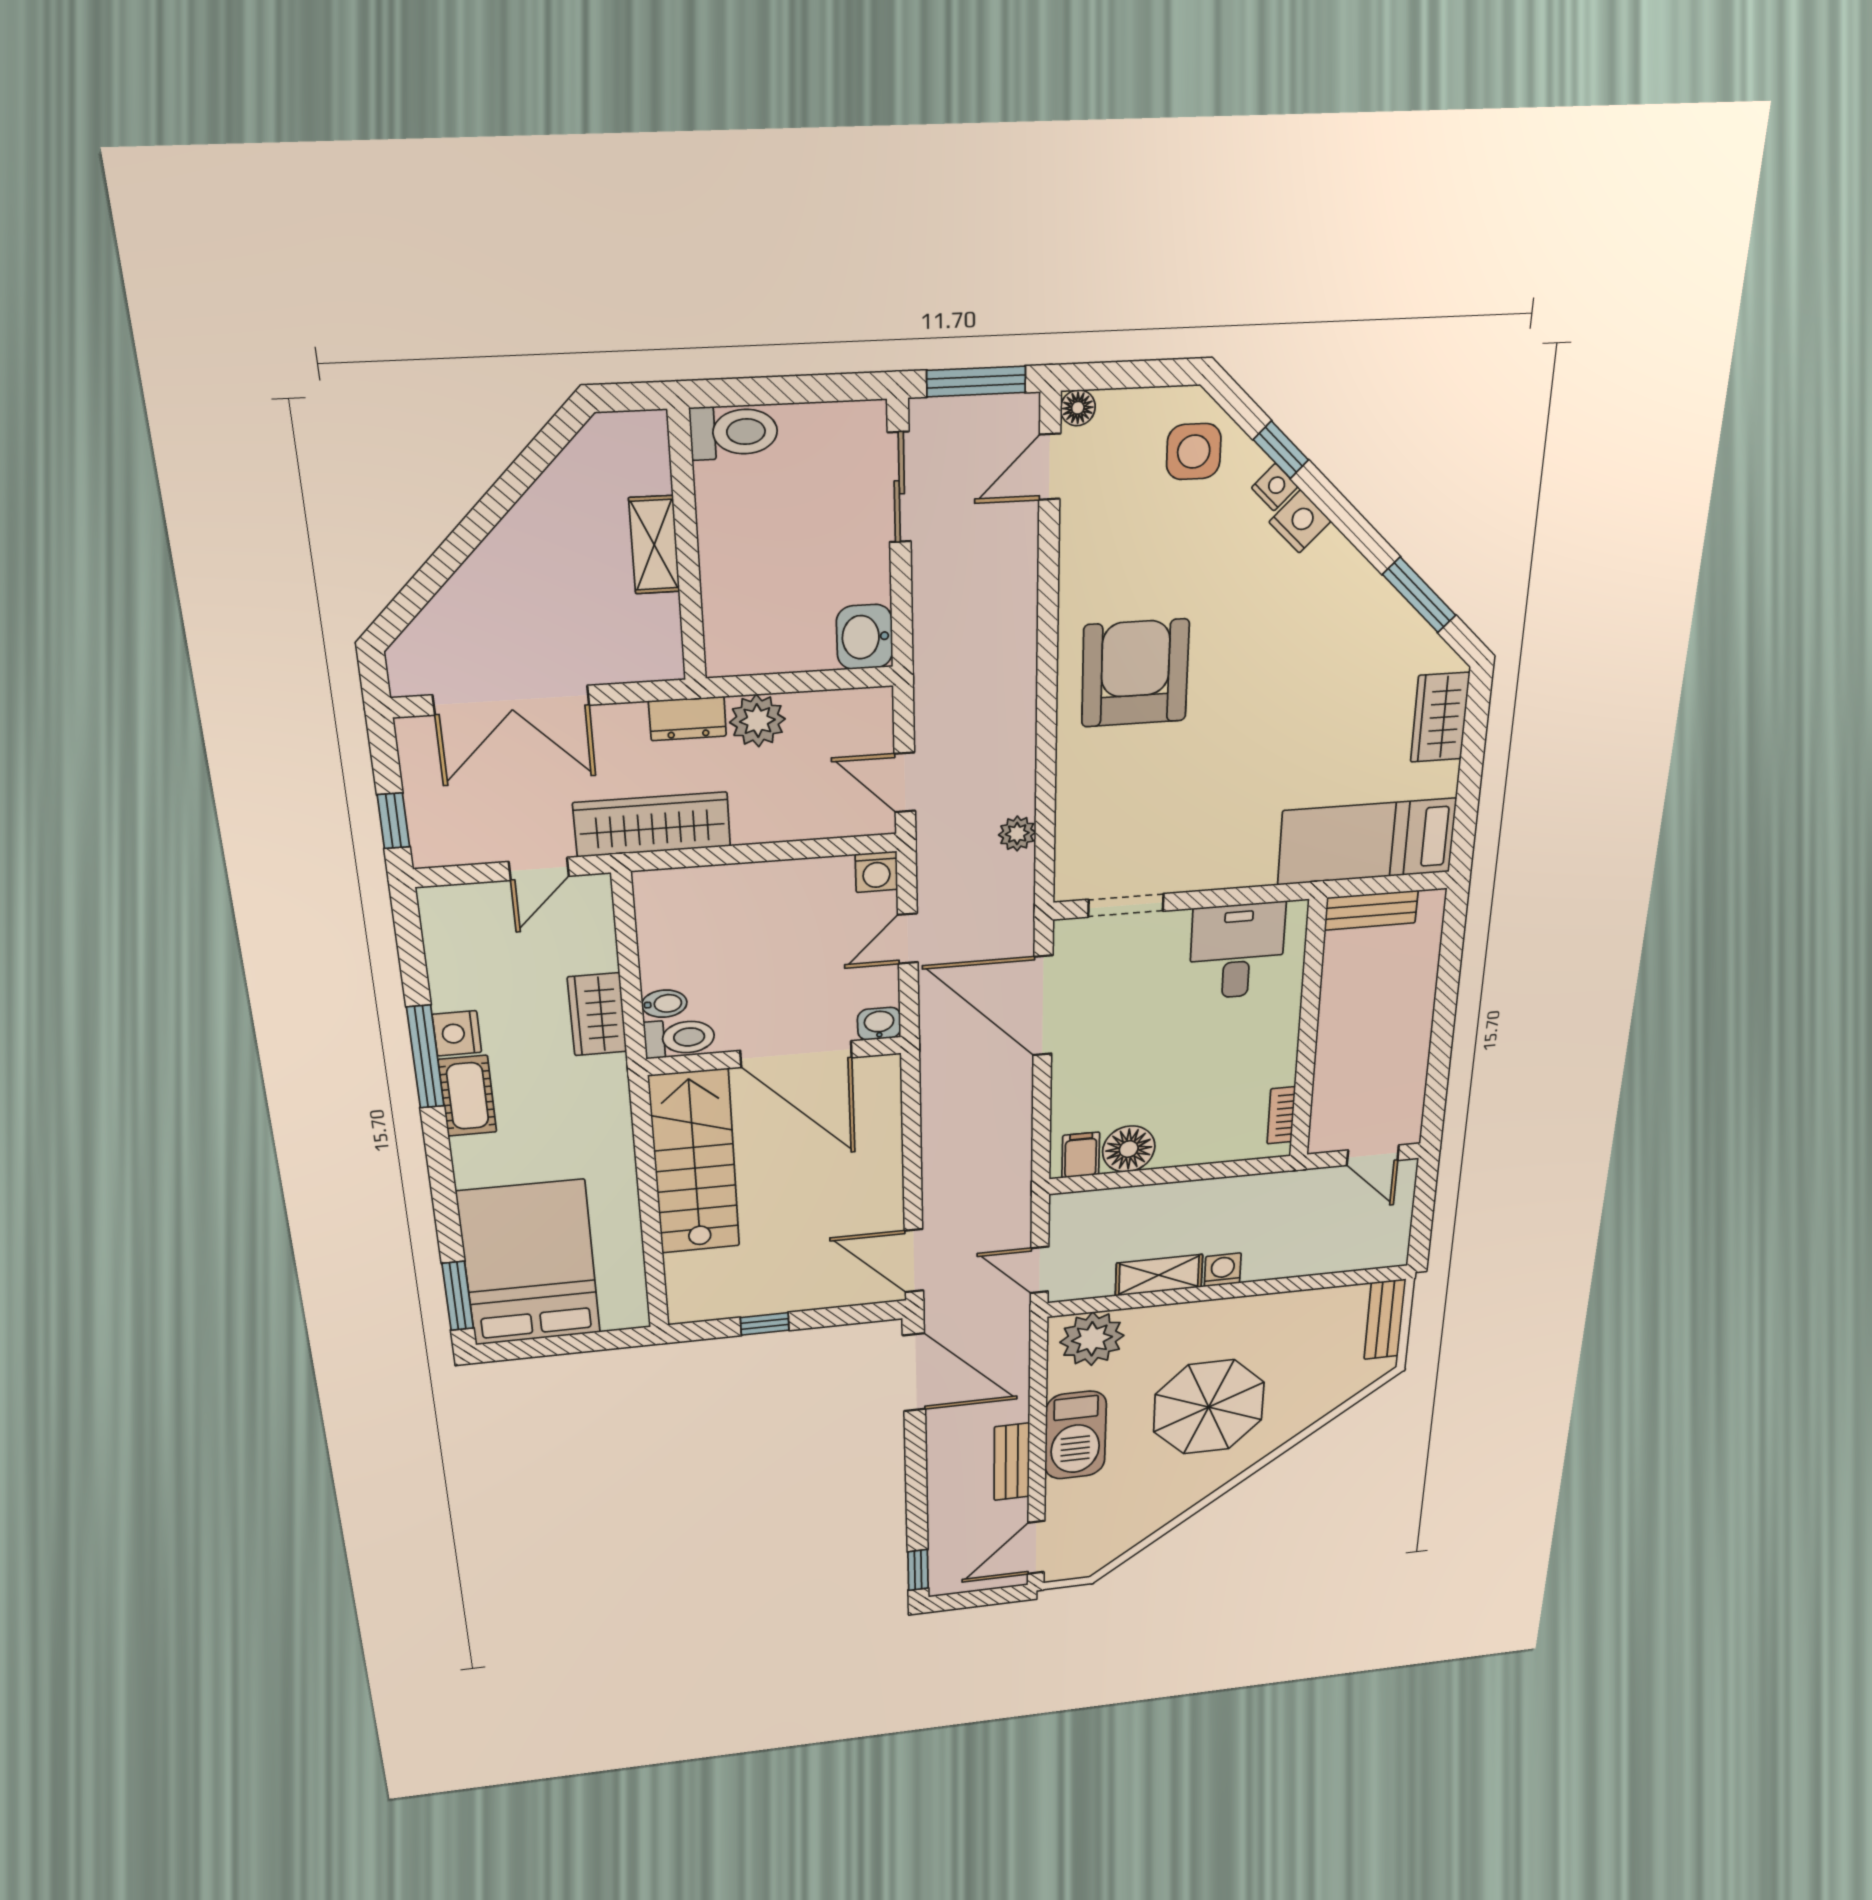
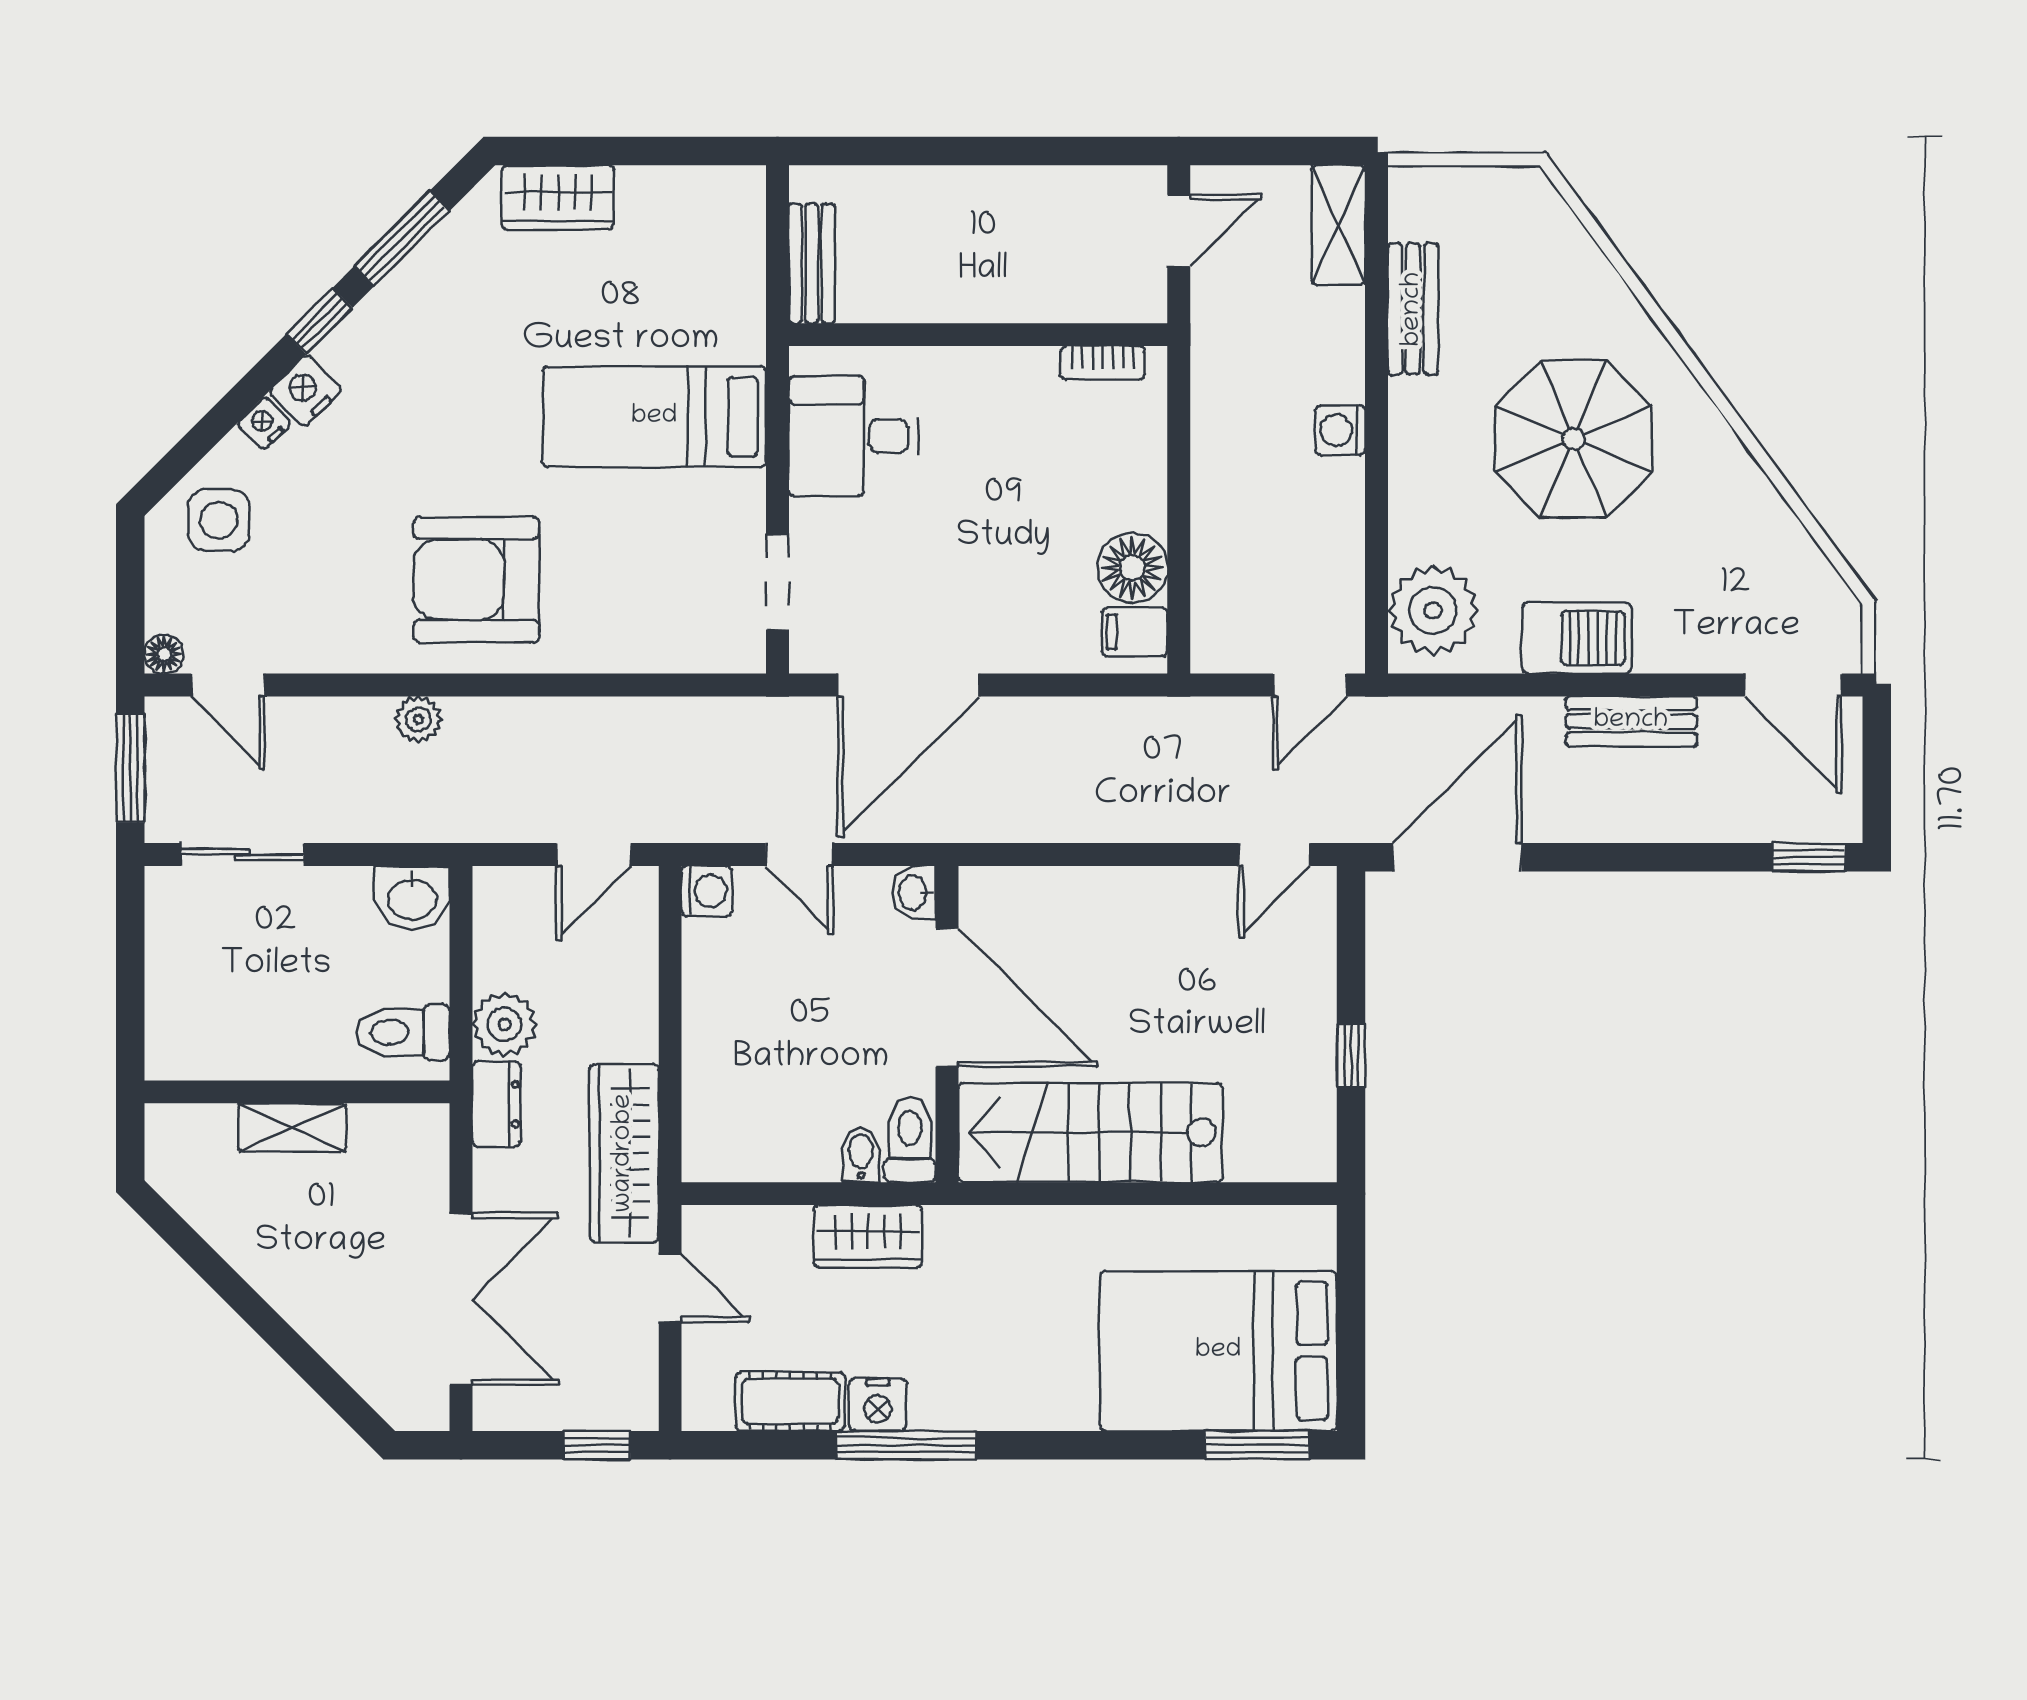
toilet: (734, 432) -> (403, 1032), moved, turned -90
window: (1281, 450) -> (319, 321), moved
plant: (1017, 834) -> (418, 719), moved
bed: (1367, 842) -> (654, 417), moved, turned 90
door: (796, 1054) -> (947, 998), hinge flipped
cot: (468, 1096) -> (790, 1401), moved
door: (914, 1261) -> (1274, 855), width x0.73
shelving: (1159, 1275) -> (1338, 225), moved
bench: (1385, 1319) -> (1413, 309), moved, turned 90
barbecue: (1075, 1435) -> (1577, 638), width x0.73, depth x0.83

